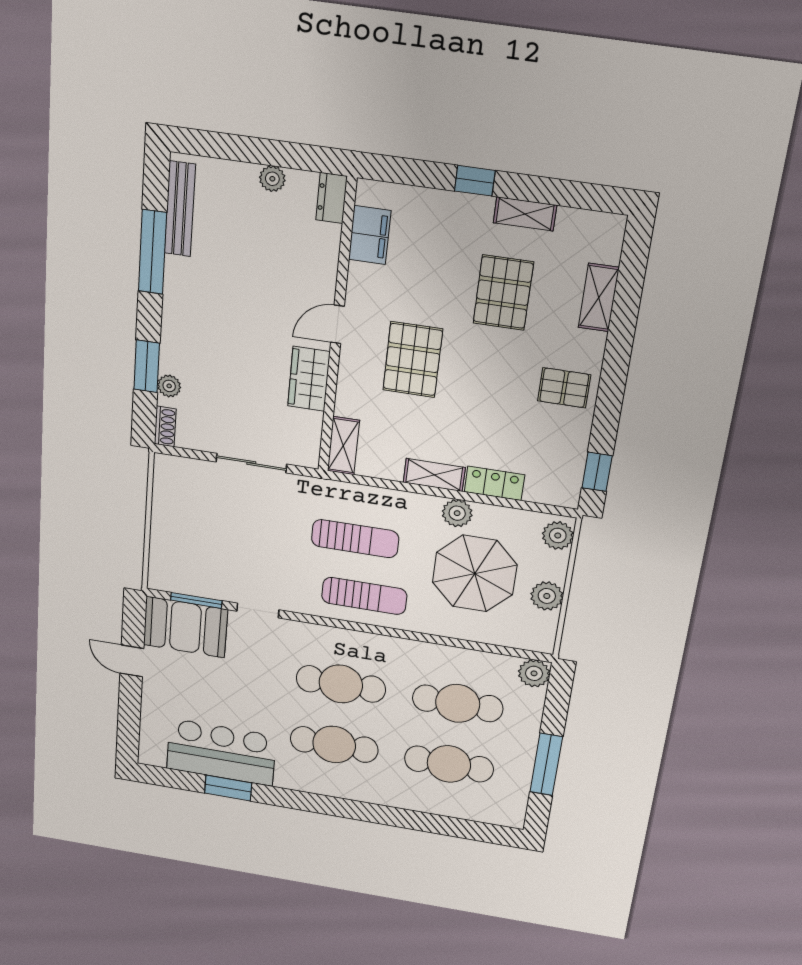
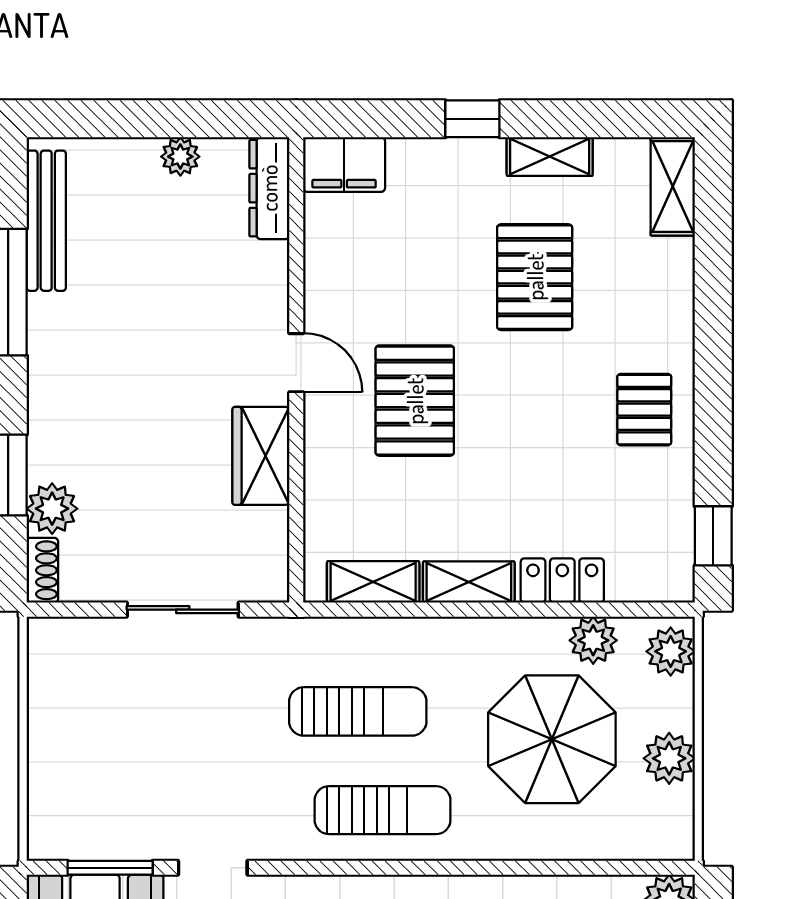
dresser: (332, 198) -> (269, 188), width x1.44
filing cabinet: (370, 235) -> (344, 165), moved, turned 90
shelving: (599, 298) -> (673, 186), moved
door: (337, 324) -> (296, 363), swing flipped
plant: (169, 386) -> (52, 509), width x1.38, depth x1.38
pallet: (564, 388) -> (644, 410), turned 90
shelving: (343, 446) -> (373, 582), moved, turned 90
plant: (457, 513) -> (593, 640), moved

